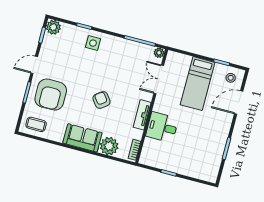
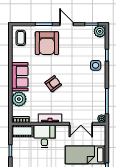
double door: (159, 79) -> (81, 124), swing flipped
armchair: (51, 95) -> (47, 43), turned -90
cot: (149, 152) -> (22, 131), added

